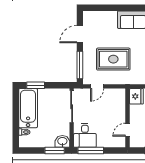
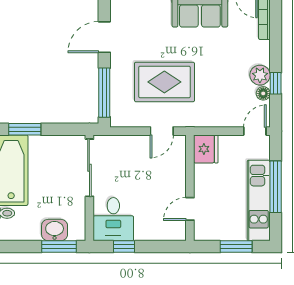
door: (97, 86) -> (162, 131), moved
washbasin: (62, 141) -> (55, 230), moved
window: (91, 151) -> (124, 247), width x0.46

